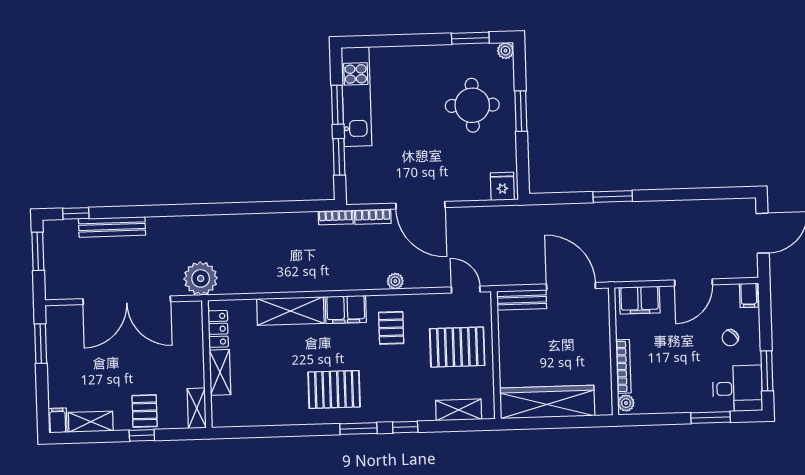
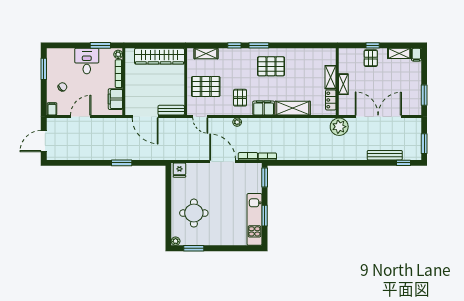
window: (521, 111) -> (168, 209), removed
window: (339, 157) -> (265, 177), moved
filing cabinet: (640, 300) -> (115, 99), moved, turned -90
desk: (738, 389) -> (87, 61), moved, turned 90
shelving: (197, 408) -> (343, 84), moved
window: (711, 417) -> (100, 45), moved

